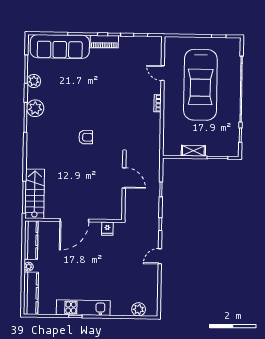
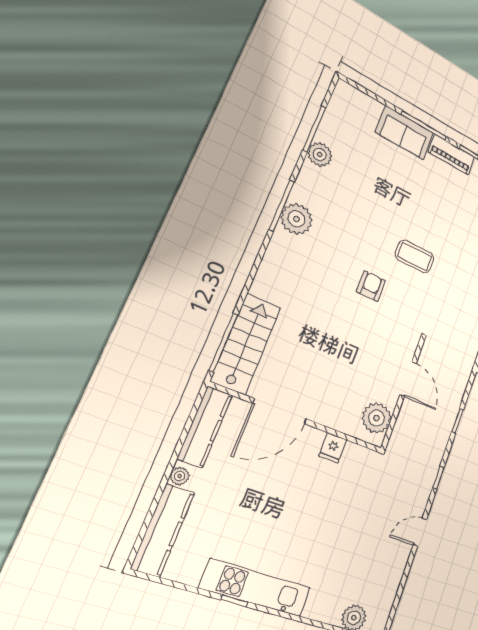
sofa: (60, 46) -> (405, 133), width x0.54, depth x0.79
plant: (35, 108) -> (296, 219), moved
coffee table: (104, 110) -> (415, 256), added
armchair: (86, 137) -> (371, 286), turned -90
plant: (114, 205) -> (376, 418), added
door: (74, 220) -> (280, 411), moved
fridge: (107, 229) -> (333, 448), moved

